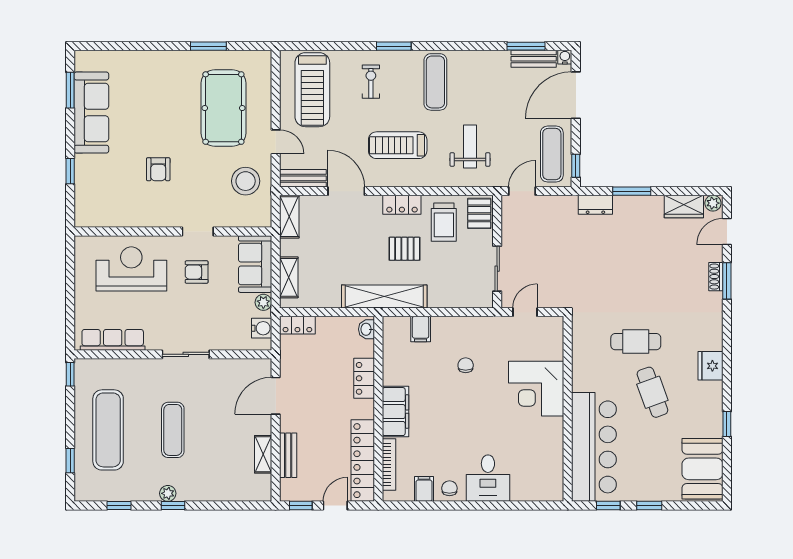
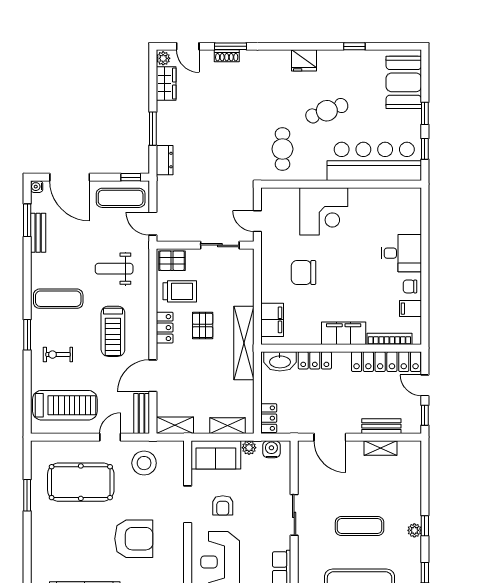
bench: (534, 59) -> (38, 233), moved
armchair: (158, 169) -> (134, 539), width x1.88, depth x1.88
doorway: (198, 231) -> (188, 504), width x1.38
washbasin: (366, 329) -> (280, 361), width x1.91, depth x1.45
filing cabinet: (421, 329) -> (272, 320), width x2.00
cafe table: (636, 342) -> (282, 149), moved
chair: (466, 365) -> (304, 273), width x1.87, depth x1.87
booth: (702, 469) -> (404, 82), moved, turned 90

